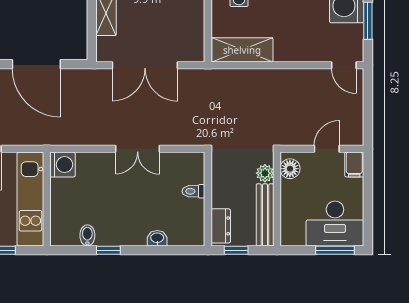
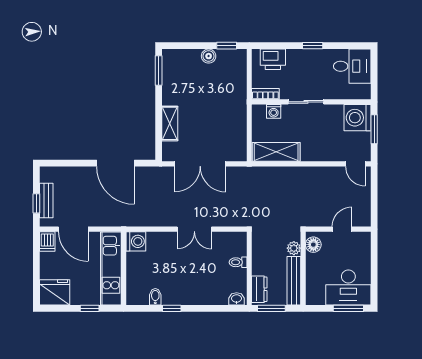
filing cabinet: (354, 164) -> (363, 241), removed
washbasin: (157, 238) -> (237, 299), moved
window: (236, 250) -> (271, 308), width x1.50

